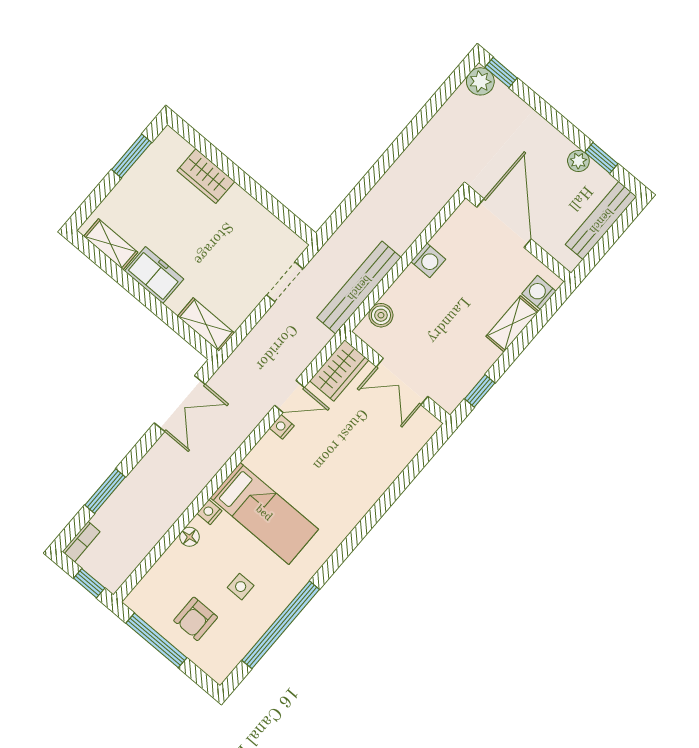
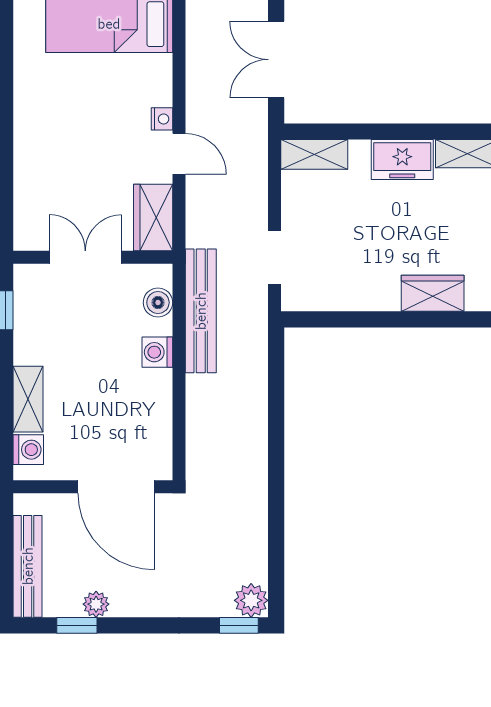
washing machine: (428, 260) -> (157, 352), moved
door: (289, 396) -> (179, 154), swing flipped

